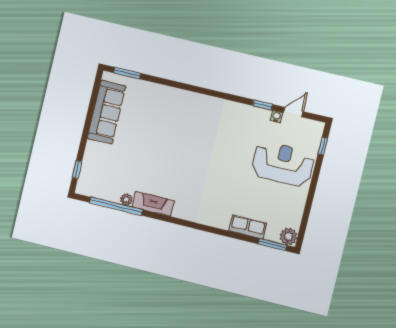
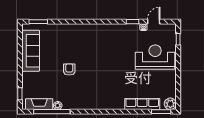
armchair: (155, 152) -> (69, 70), added
fireplace: (153, 204) -> (39, 104), moved
row of seats: (248, 227) -> (142, 104), width x1.48

